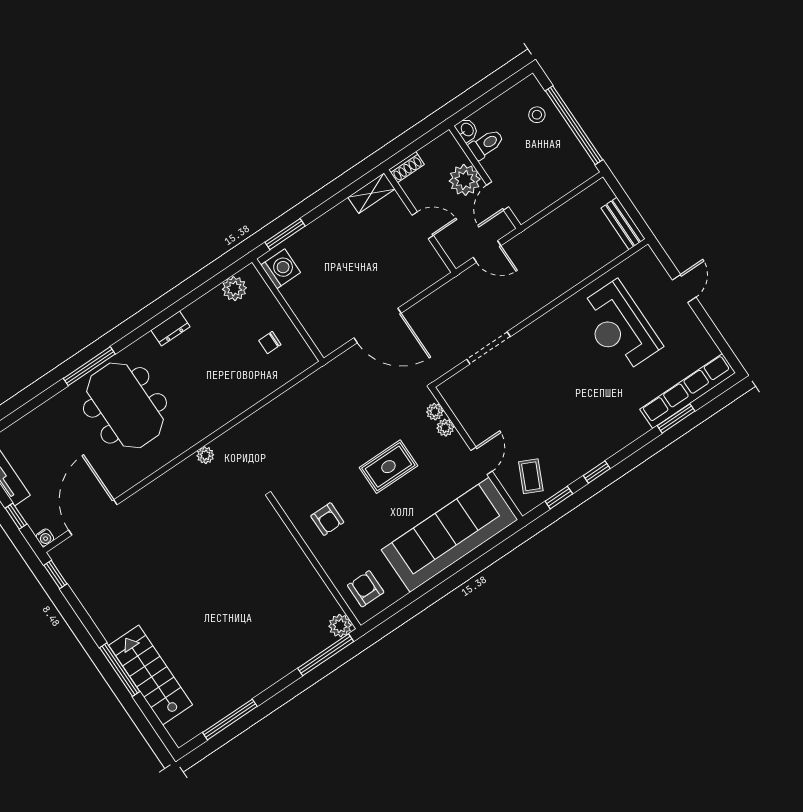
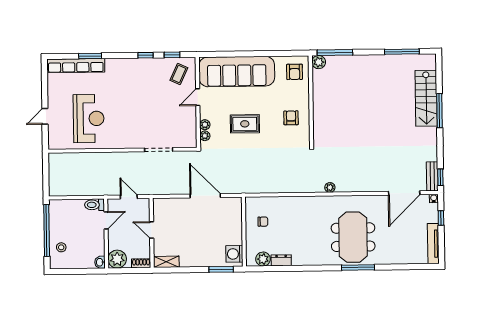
toilet: (486, 144) -> (94, 205), moved
plant: (465, 180) -> (117, 259), moved
bench: (623, 223) -> (432, 176), moved
dresser: (170, 328) -> (281, 260), moved

